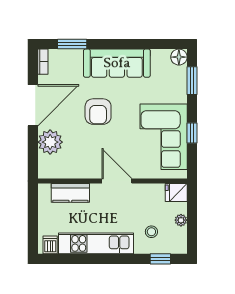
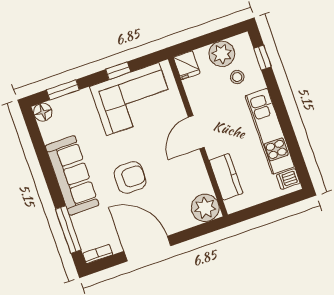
window: (72, 44) -> (68, 230), width x1.44
plant: (50, 142) -> (205, 208), moved
plant: (181, 220) -> (222, 54), width x1.88, depth x1.88

